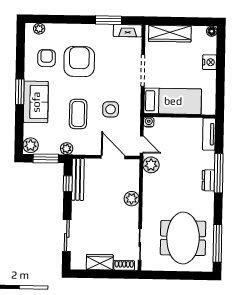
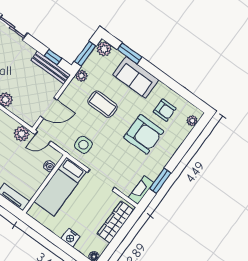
window: (20, 92) -> (130, 53), moved
side table: (111, 109) -> (83, 145), moved
water cooler: (149, 122) -> (49, 166), moved

